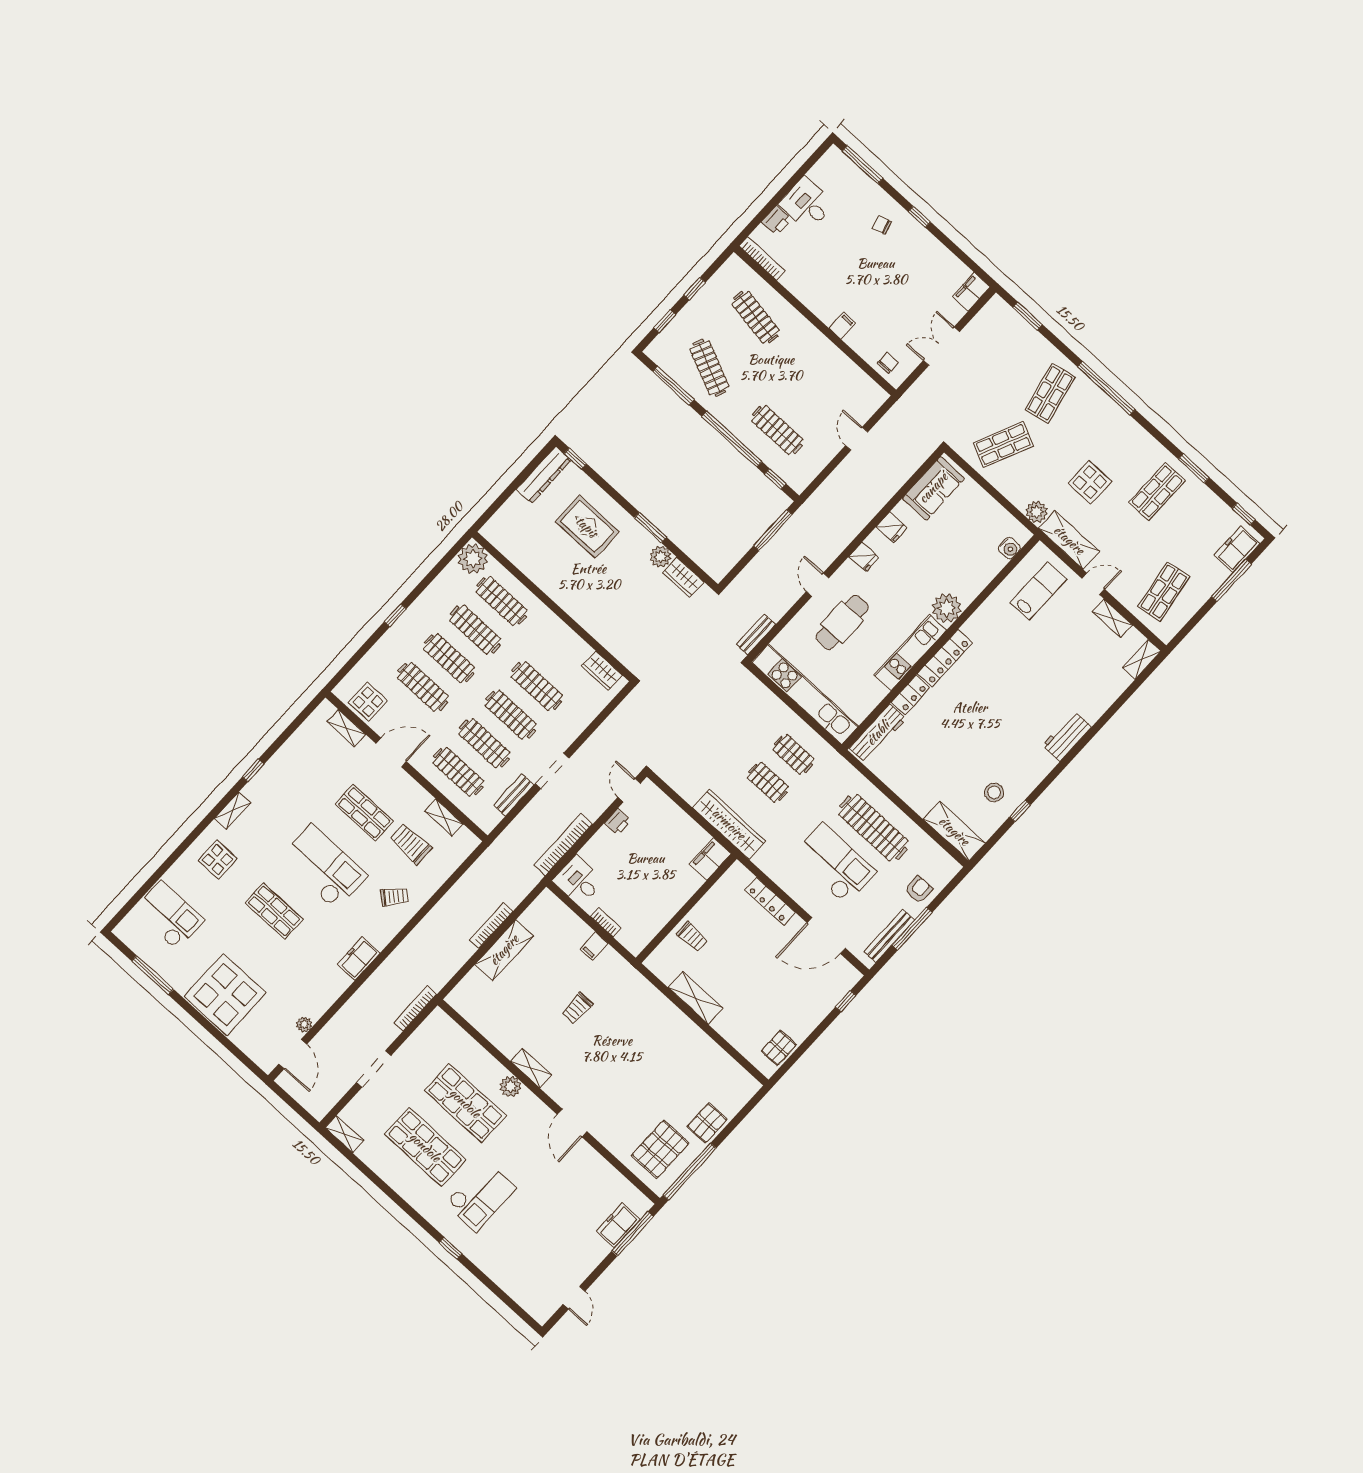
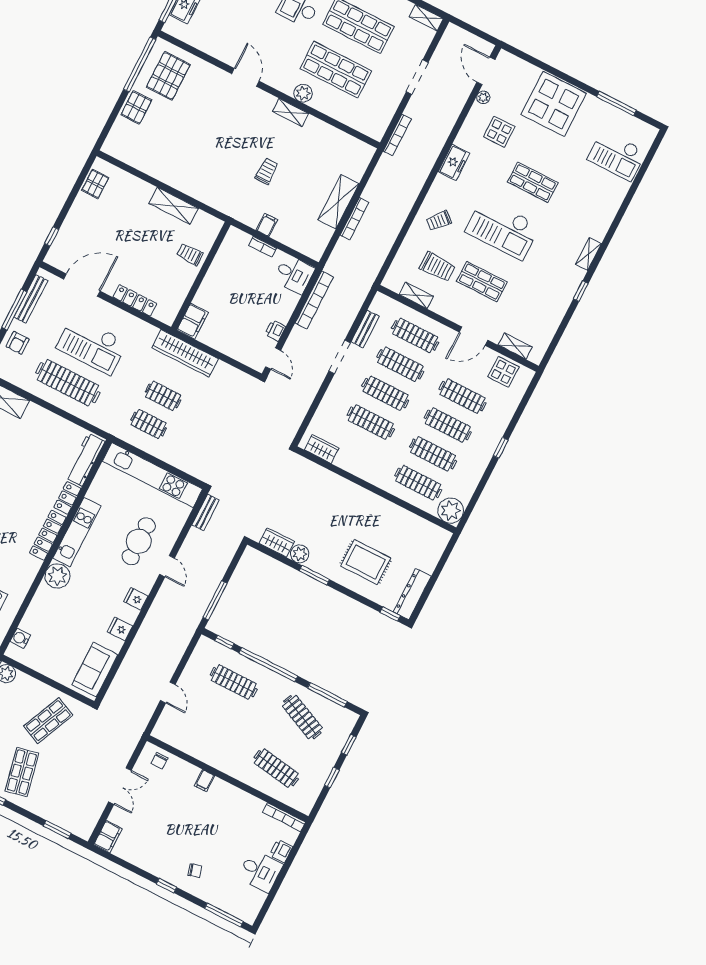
display table: (218, 860) -> (499, 132), moved

